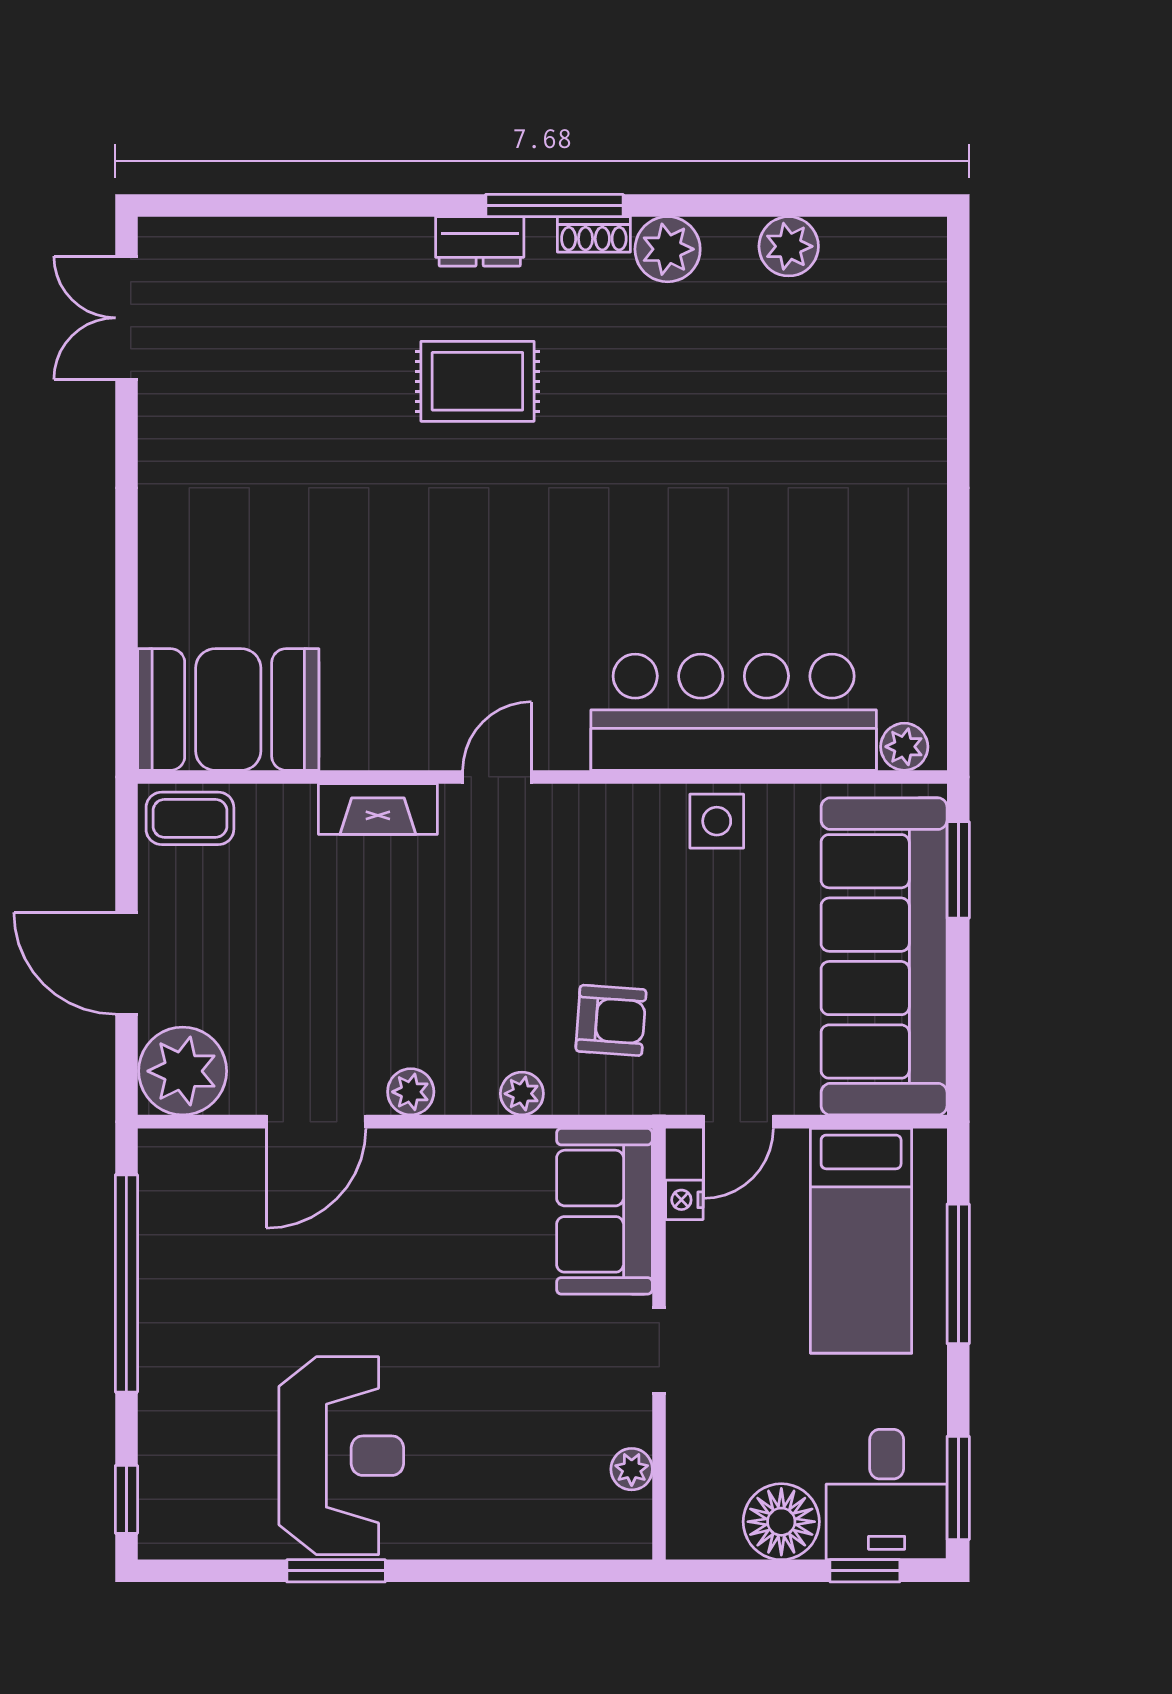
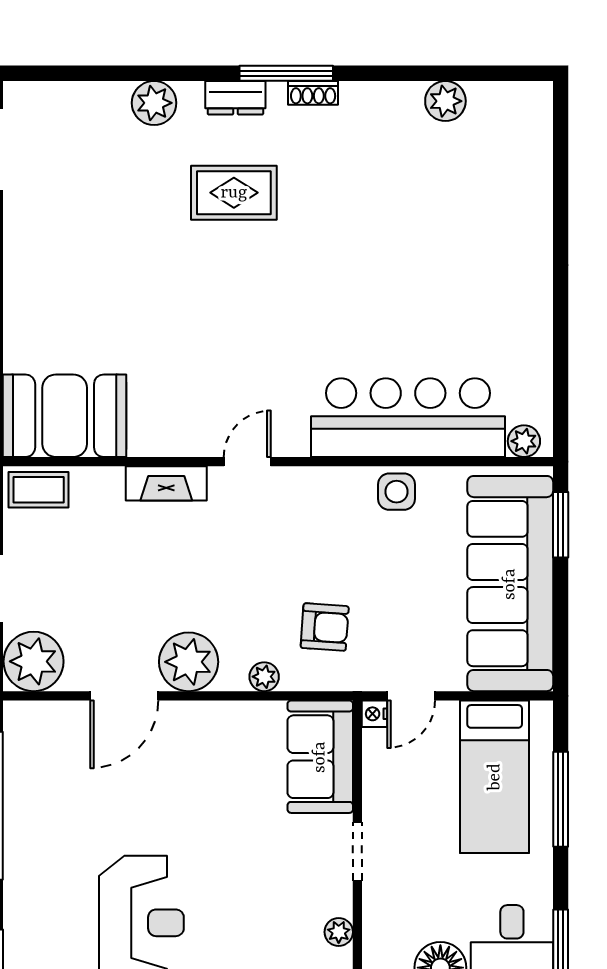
plant: (668, 249) -> (154, 103), moved
plant: (411, 1092) -> (189, 662), width x1.88, depth x1.88
nightstand: (684, 1200) -> (375, 714), moved

